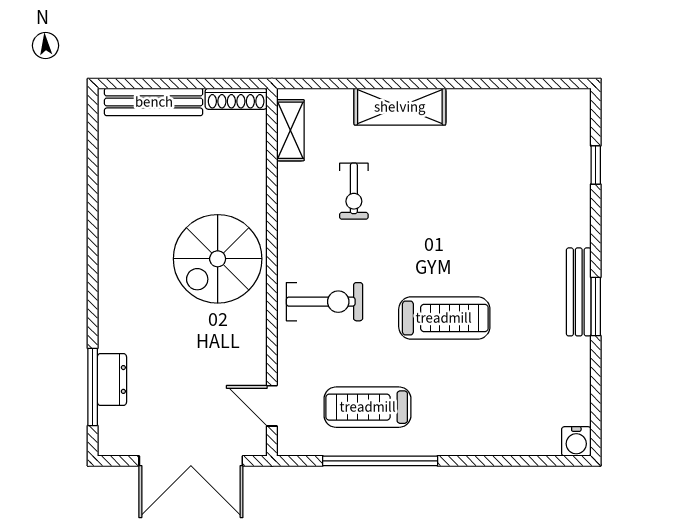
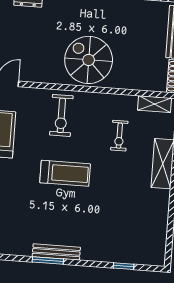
exercise bike: (354, 191) -> (119, 136), turned -90
treadmill: (444, 318) -> (65, 173), moved, turned -90

